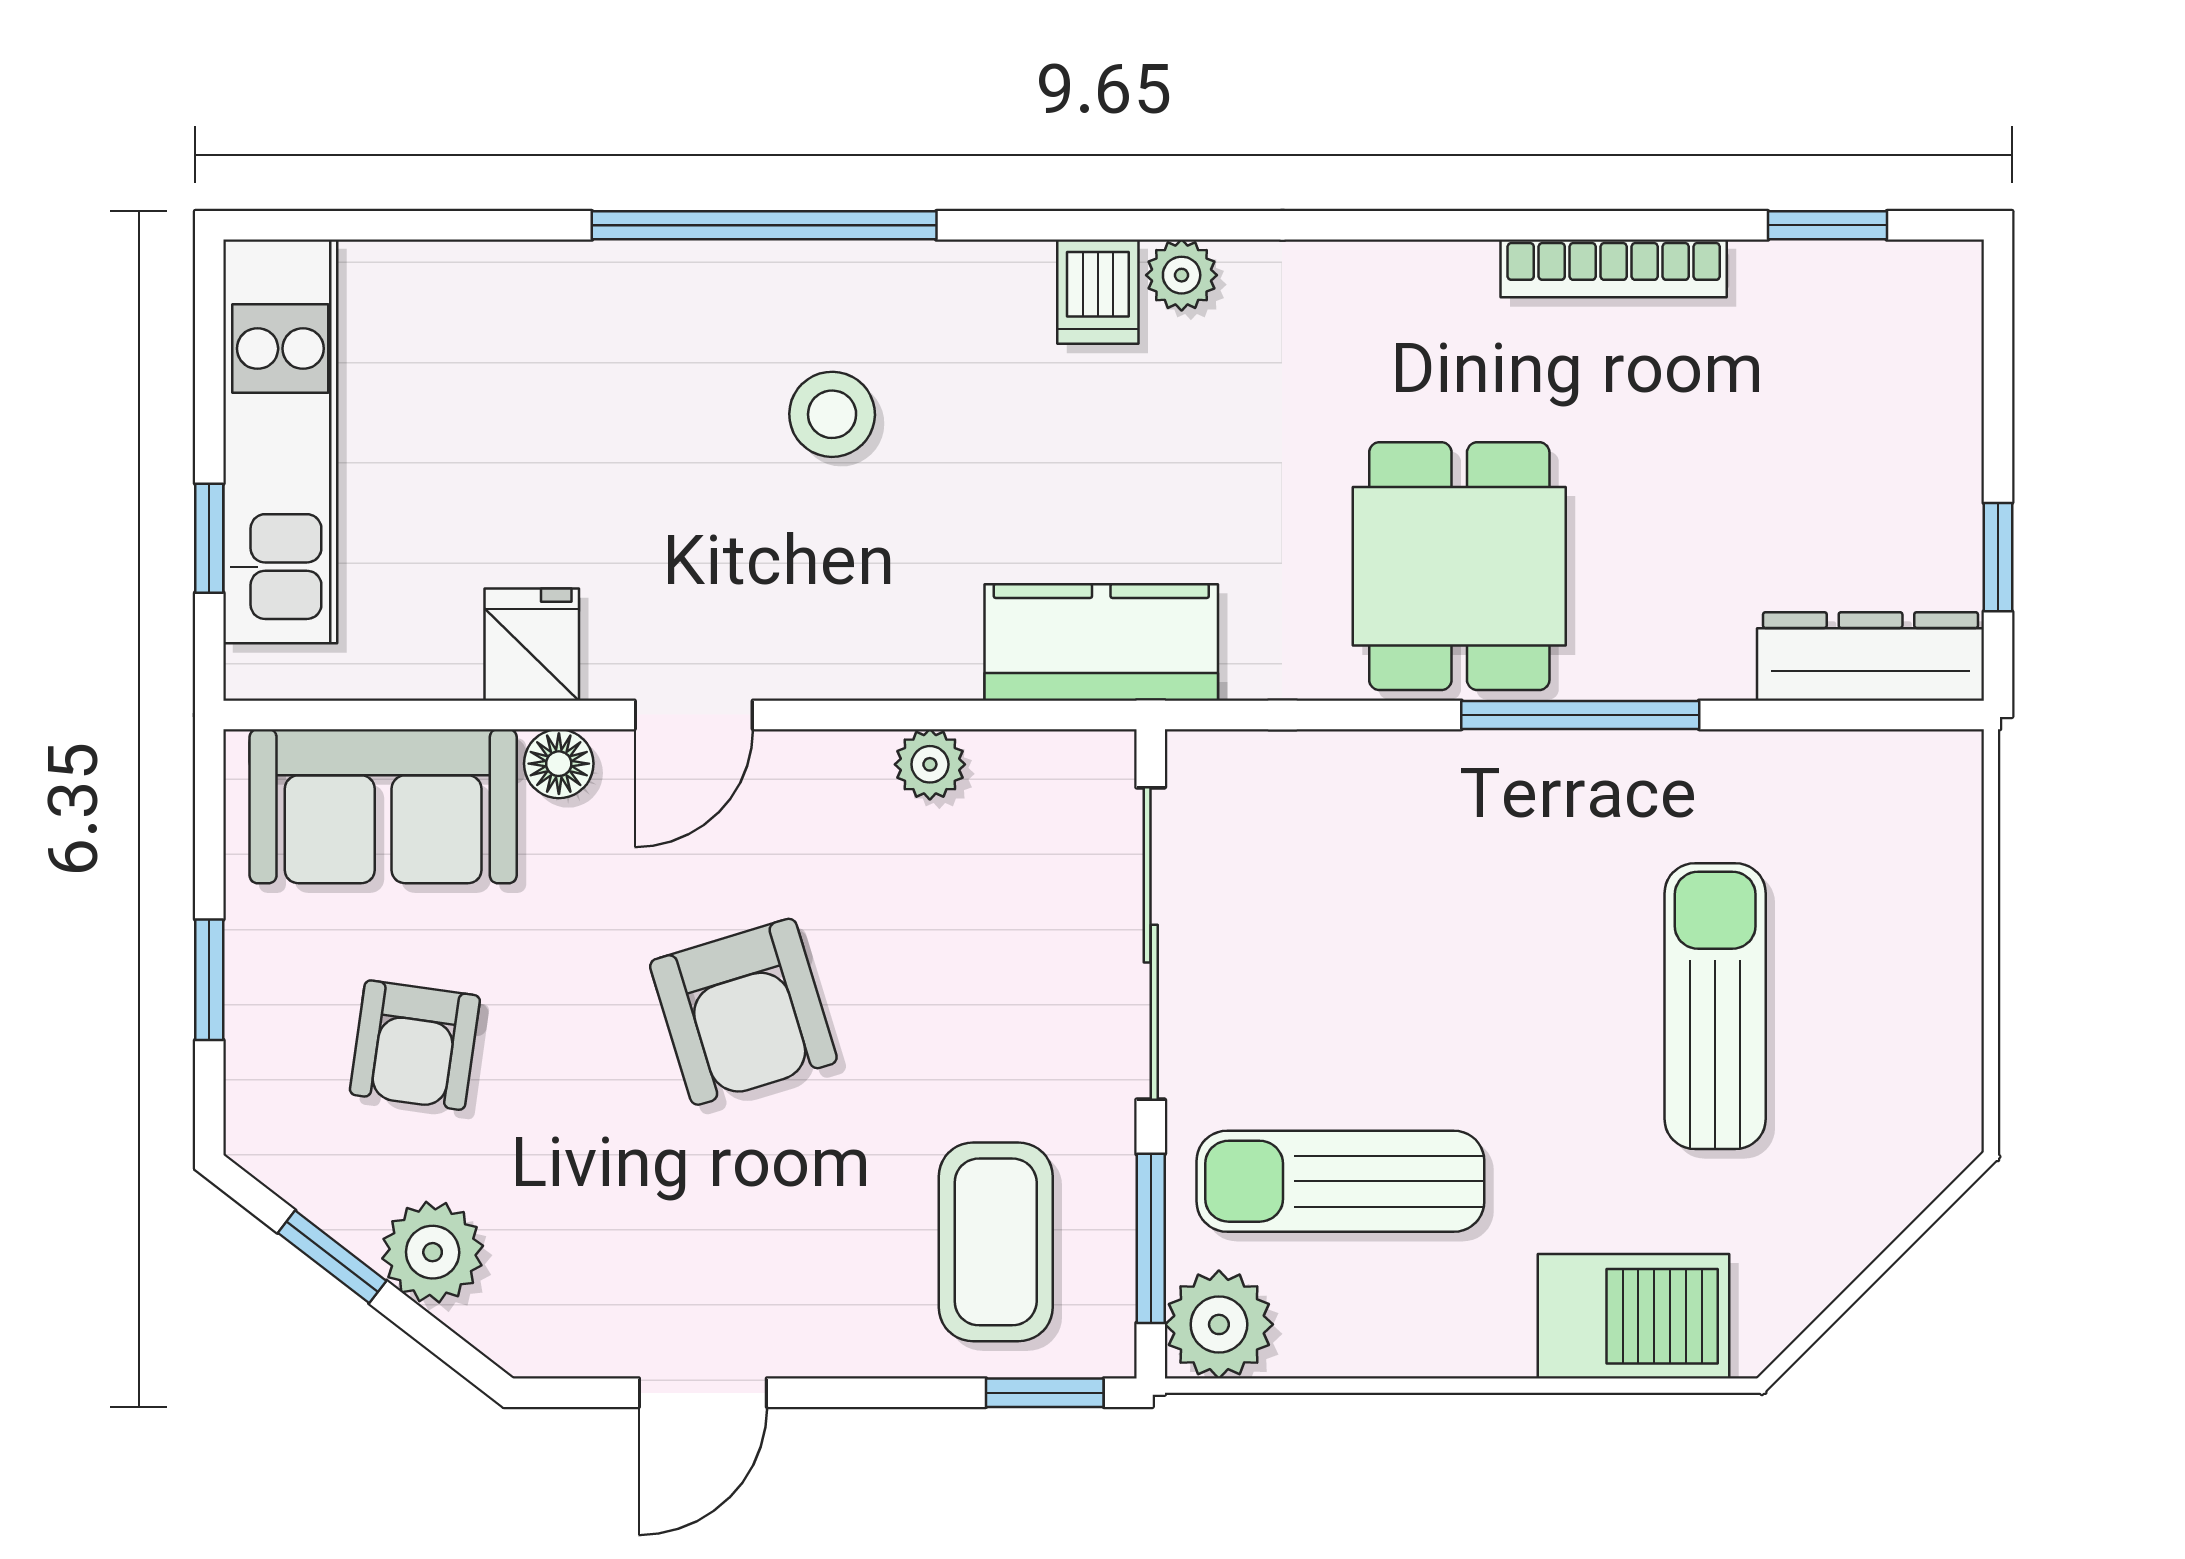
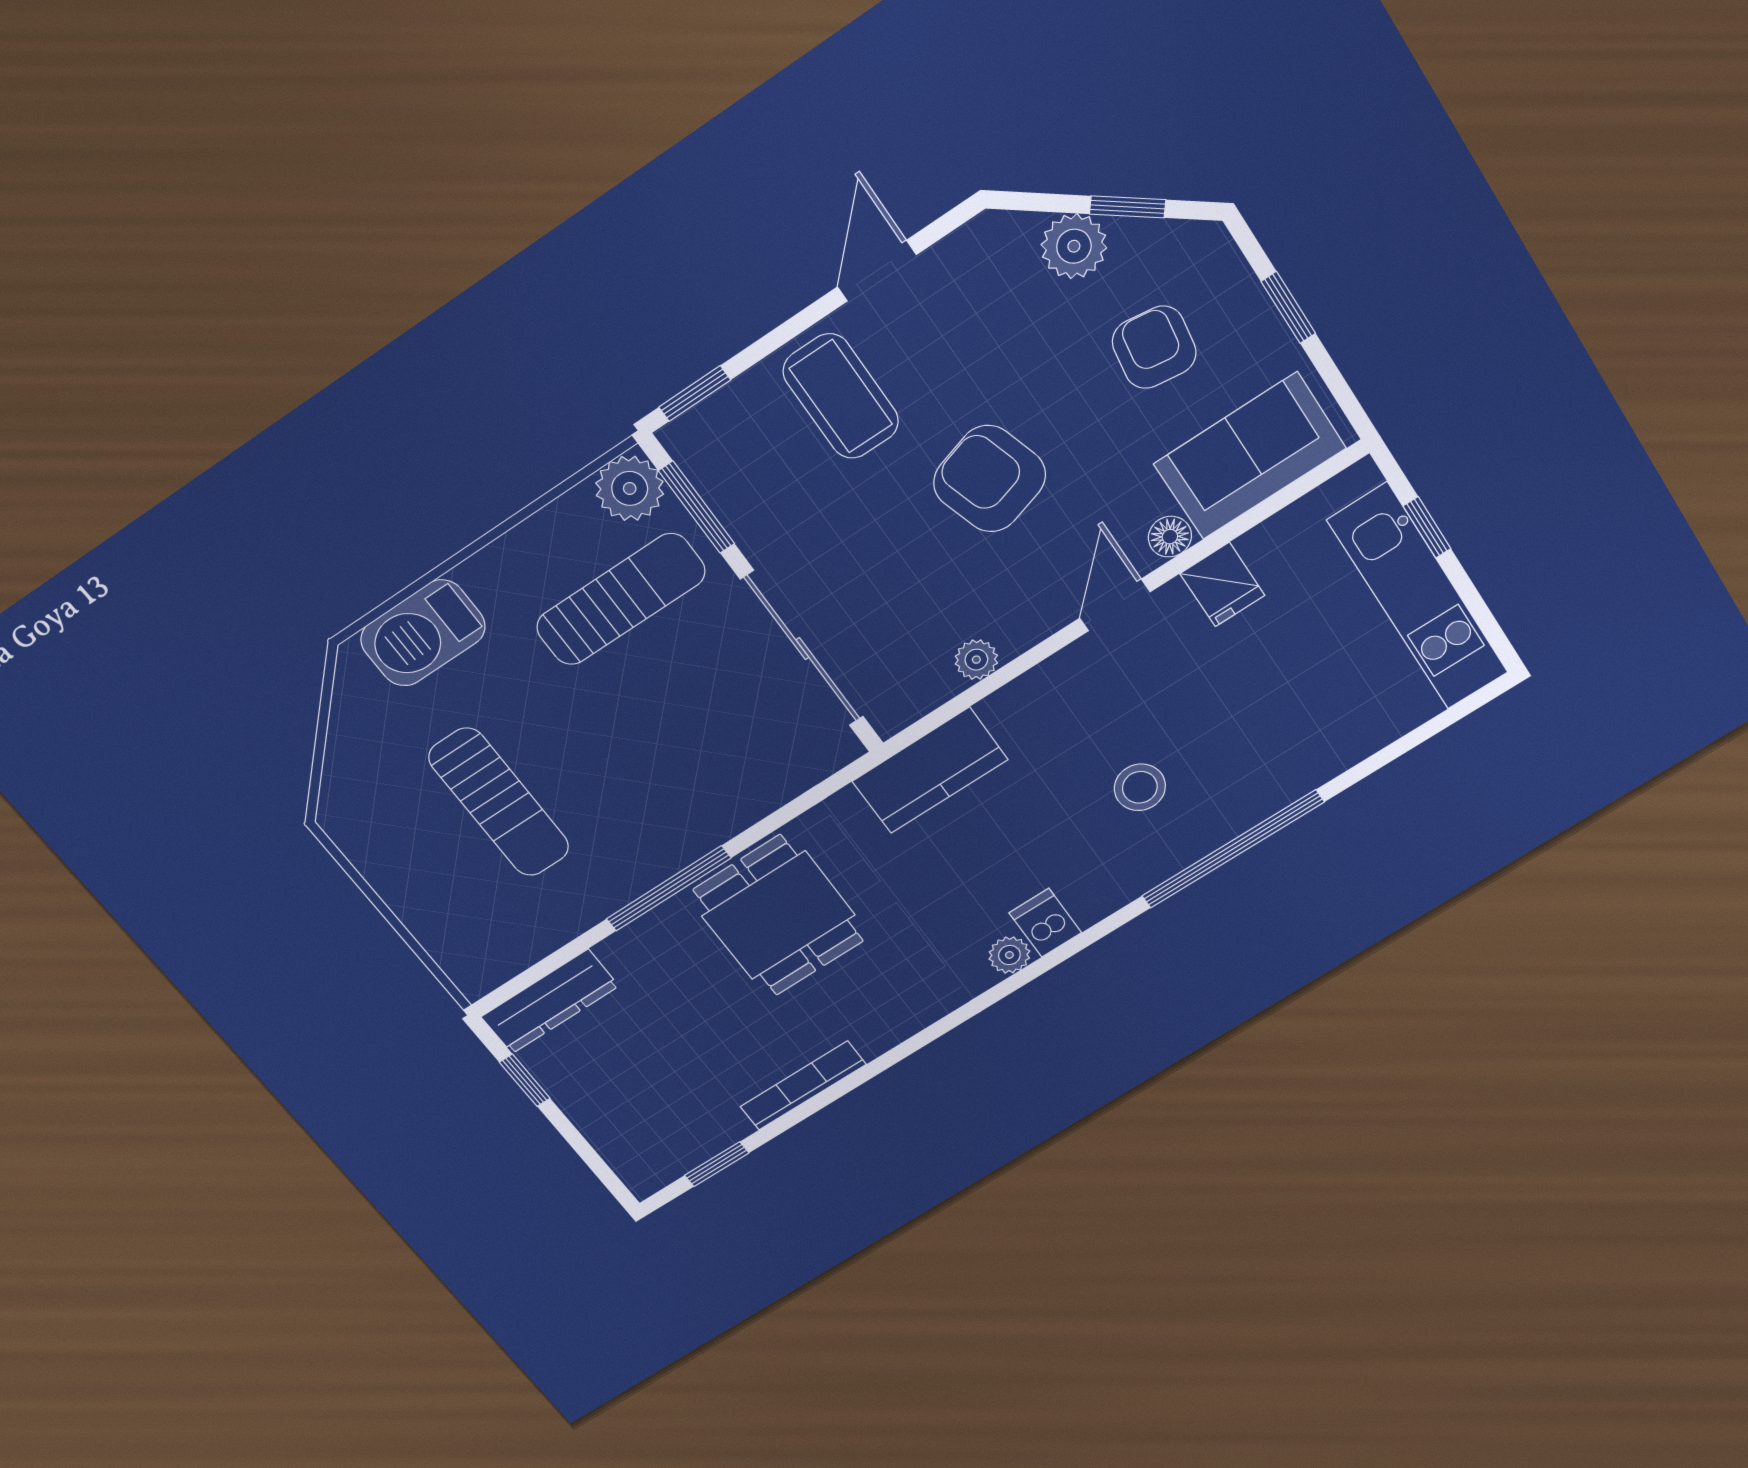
coffee table: (996, 1242) -> (841, 396), moved

